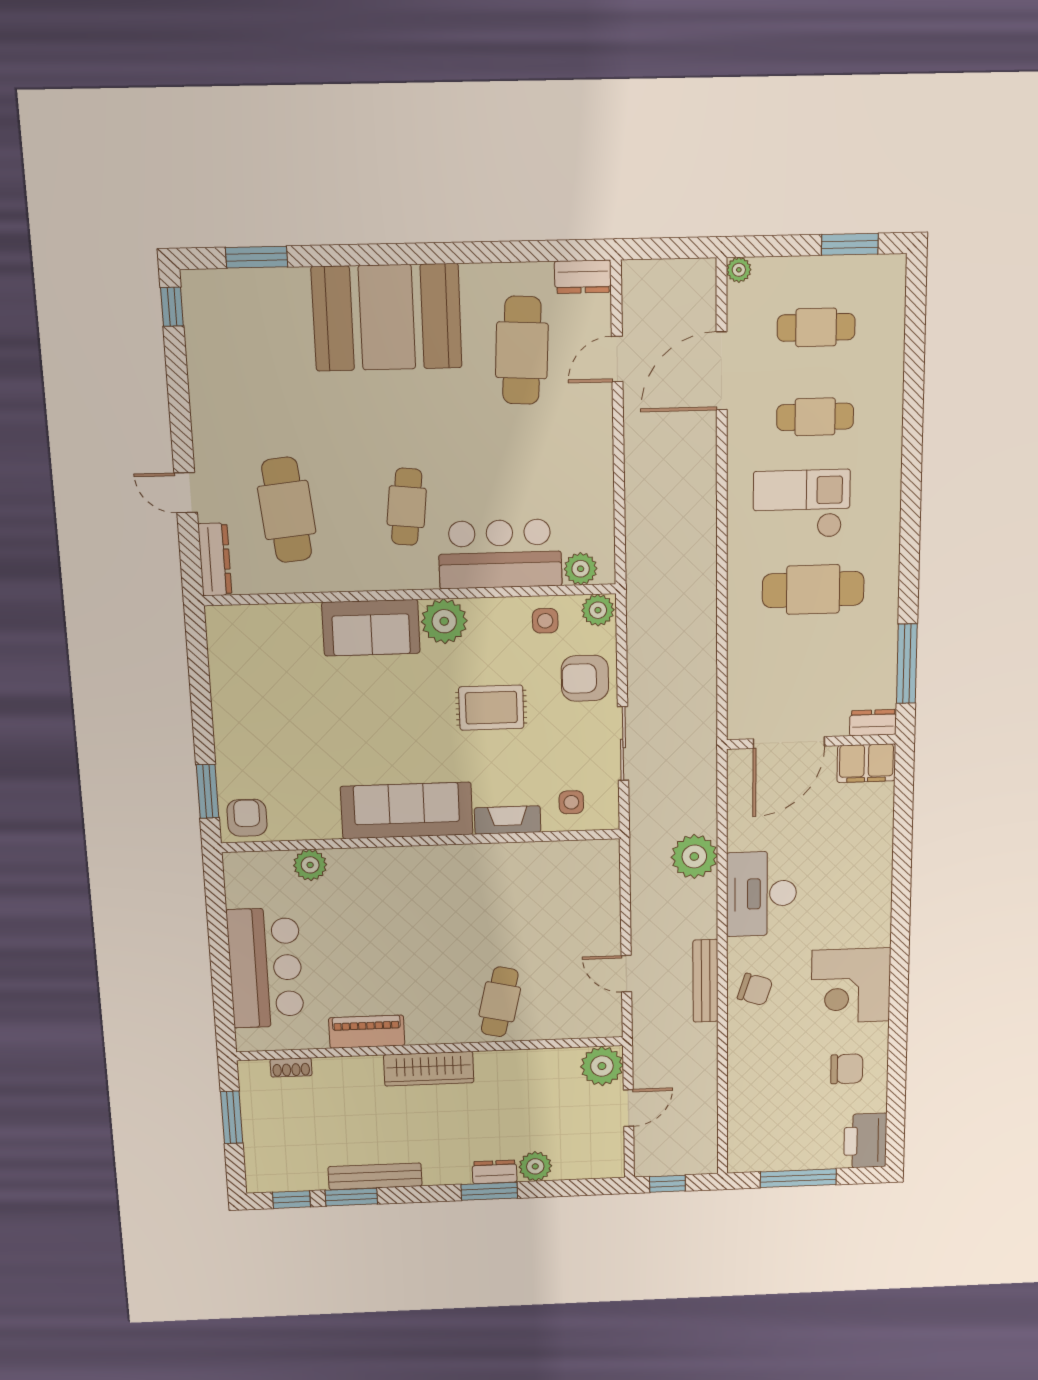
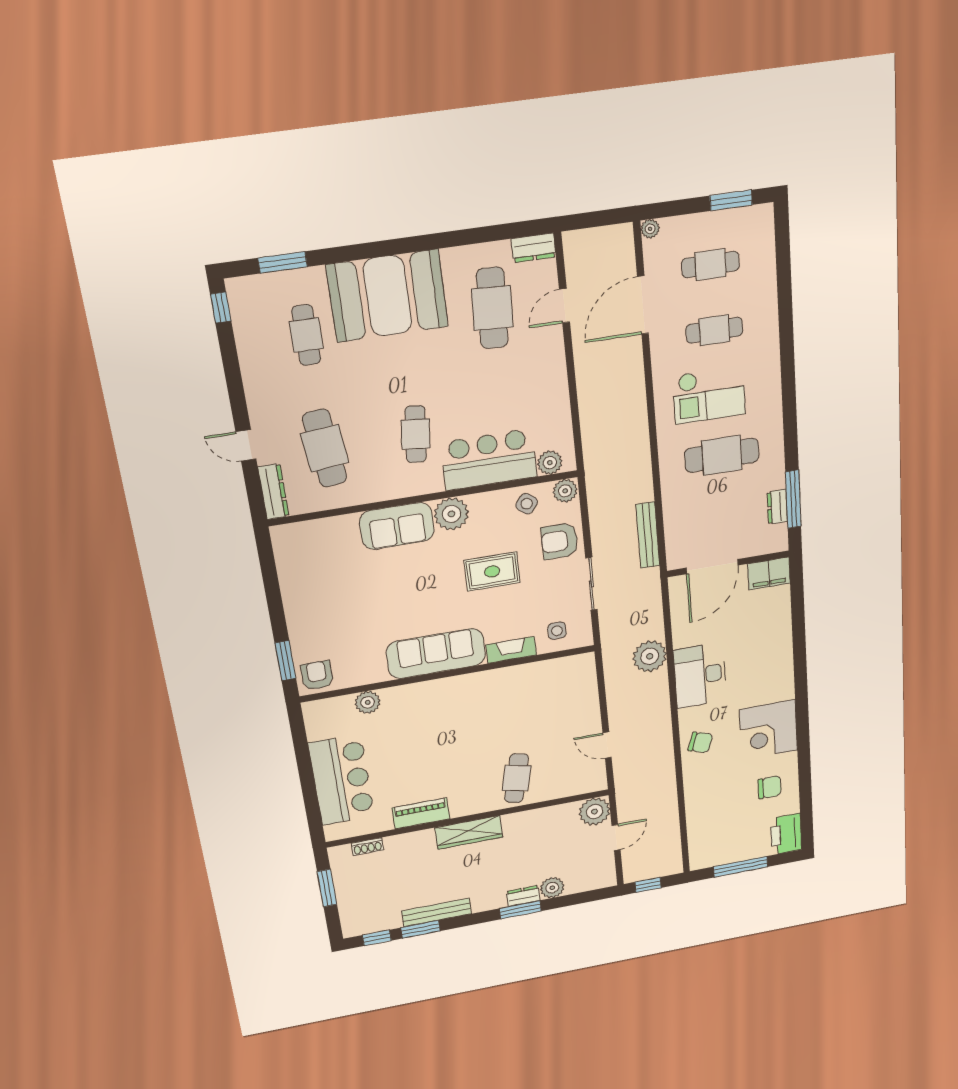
cafe table: (277, 356) -> (306, 335), added
checkout: (802, 504) -> (709, 395), turned 180
side table: (545, 621) -> (527, 504), turned 38
dresser: (873, 723) -> (777, 507), moved, turned -90
bench: (706, 981) -> (648, 535), moved

